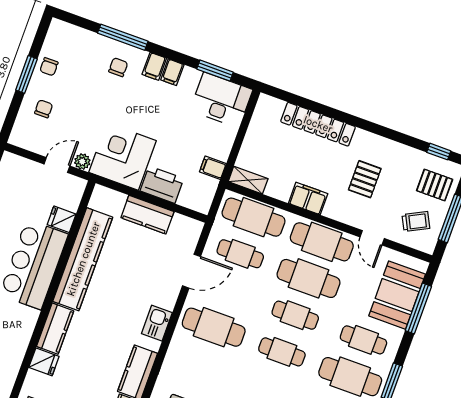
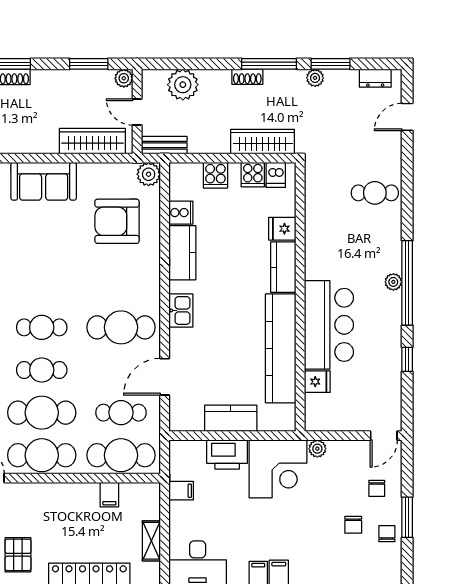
chair: (118, 67) -> (353, 525), moved
door: (57, 165) -> (384, 436), moved
pallet: (365, 179) -> (18, 555), moved
shelving: (248, 180) -> (151, 541), moved, turned 90
filing cabinet: (308, 198) -> (109, 495), moved, width x0.50

